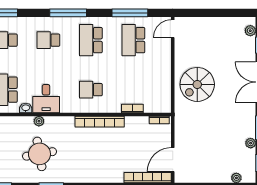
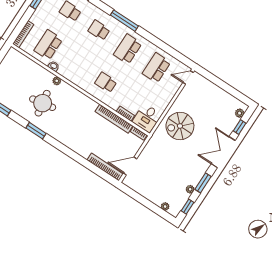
window: (130, 13) -> (166, 48), removed
desk: (46, 99) -> (147, 118), moved
bookcase: (100, 122) -> (114, 119), moved

